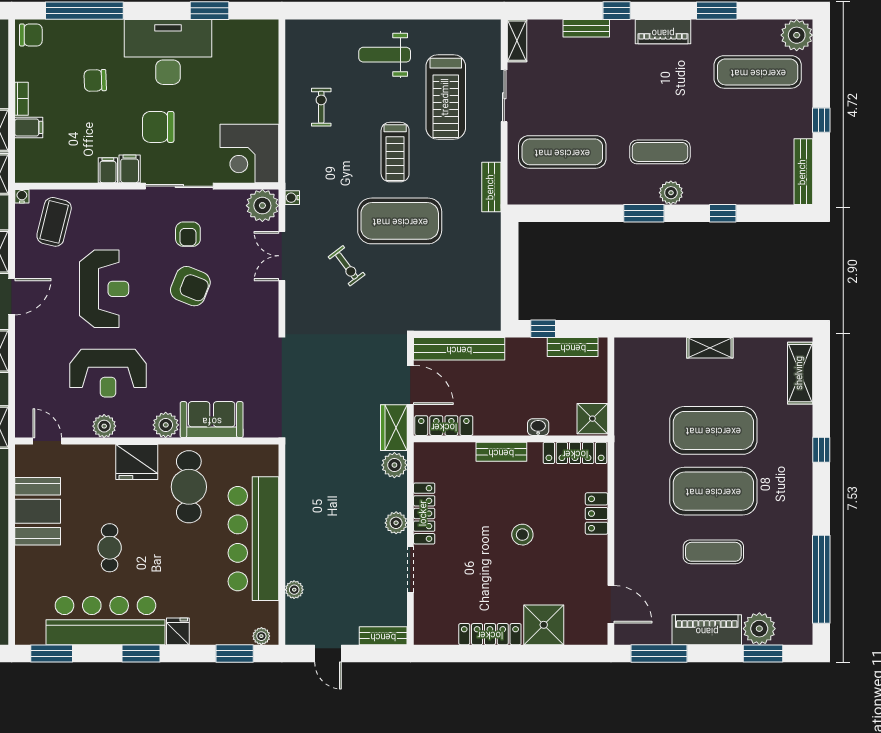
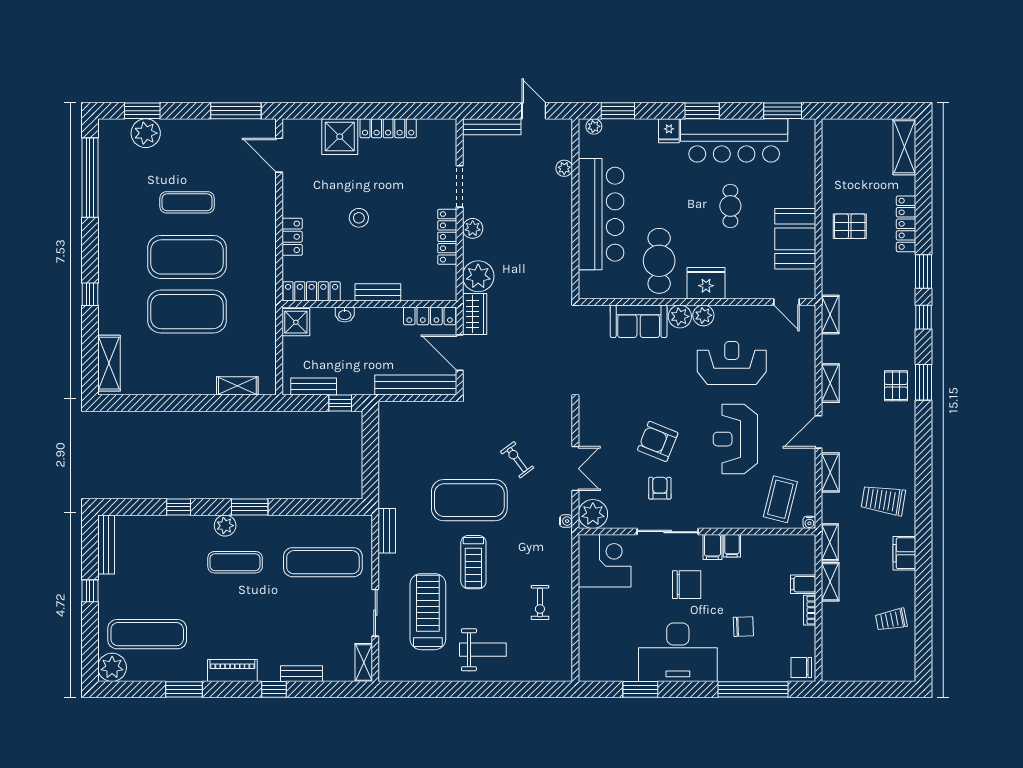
treadmill: (395, 152) -> (473, 562), turned 180
shelving: (710, 348) -> (237, 386), moved
plant: (104, 426) -> (703, 315), moved
plant: (394, 465) -> (478, 276), width x1.36, depth x1.36
piano: (707, 630) -> (193, 132), removed
bench: (383, 636) -> (492, 127), width x1.36

